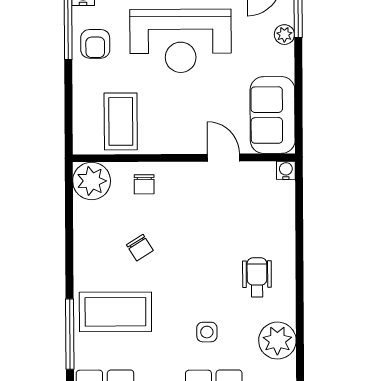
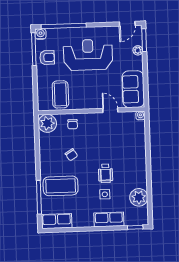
reception desk: (181, 41) -> (88, 55), turned 180
armchair: (95, 44) -> (47, 58), turned -90
wheelchair: (257, 277) -> (106, 173), moved, turned 180

